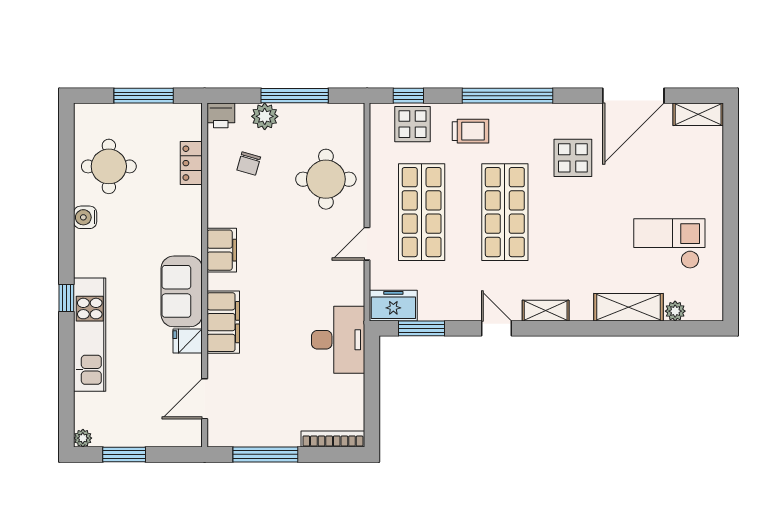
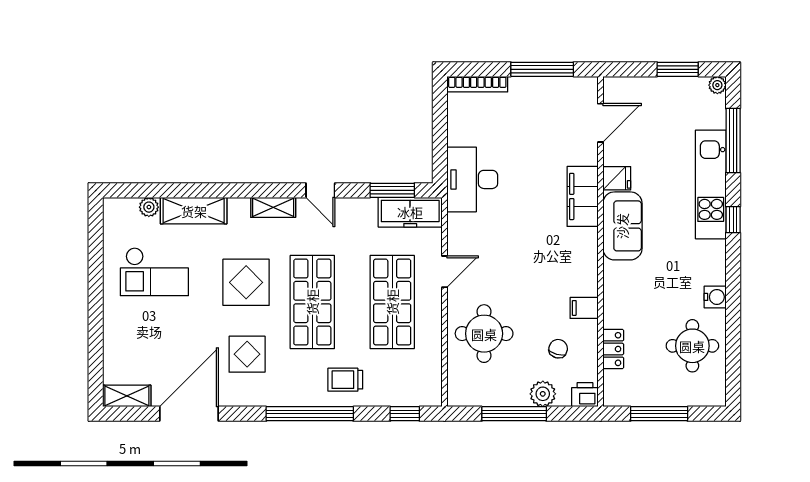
display table: (413, 124) -> (246, 282), moved, width x1.36, depth x1.36
filing cabinet: (222, 250) -> (584, 308), moved, width x0.50
freezer: (393, 306) -> (410, 212), width x1.40
window: (66, 380) -> (733, 141), added

